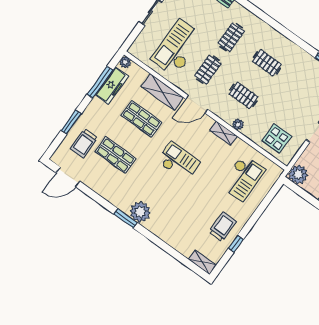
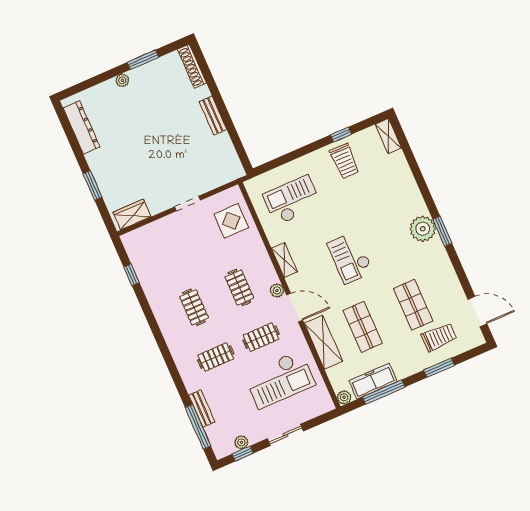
plant: (238, 124) -> (277, 290), moved
plant: (298, 174) -> (231, 169), removed
trolley: (223, 227) -> (345, 161), turned -90

